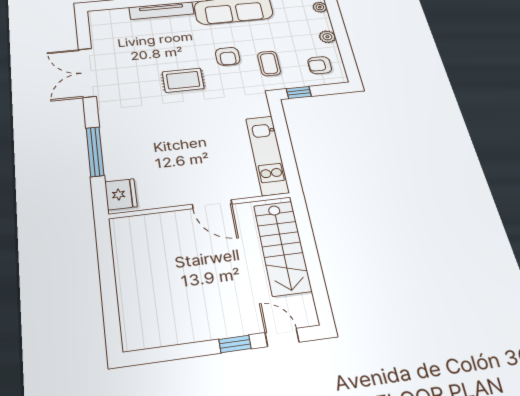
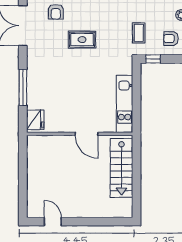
armchair: (228, 56) -> (56, 12), moved
door: (282, 337) -> (53, 222), moved
window: (235, 344) -> (86, 222), removed

